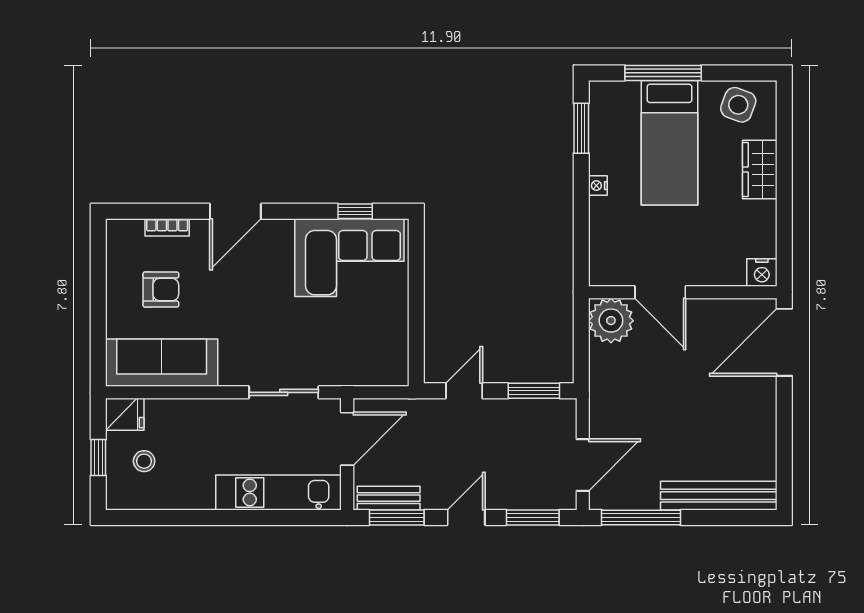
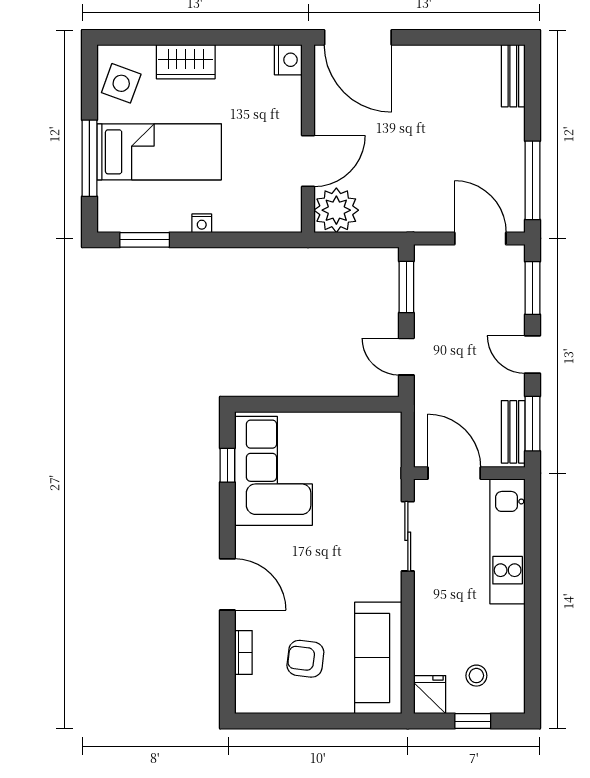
armchair: (161, 290) -> (305, 659), turned -83
bench: (719, 496) -> (513, 76), width x0.54, depth x0.82

